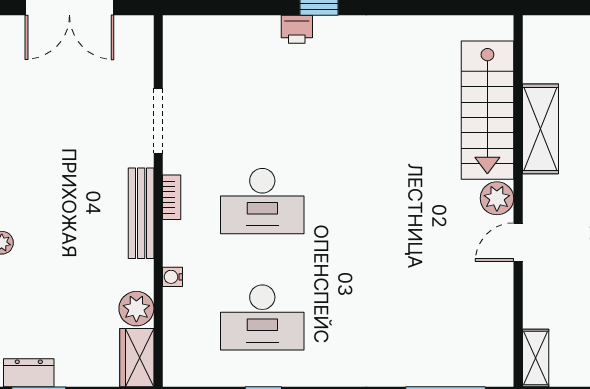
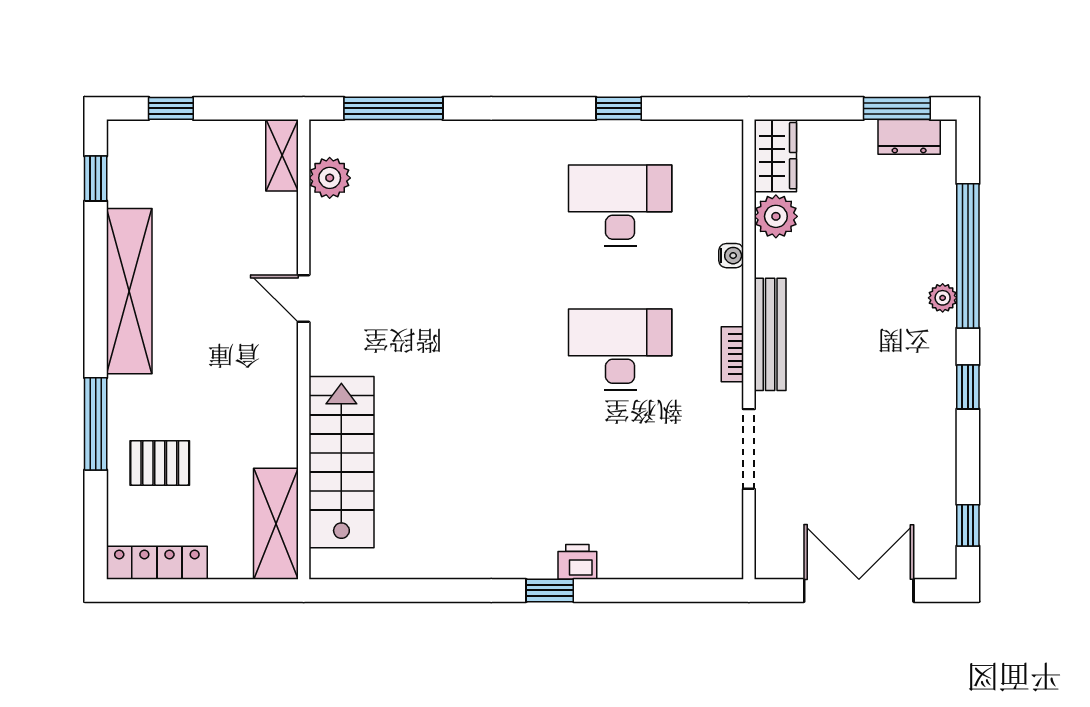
shelving: (540, 129) -> (276, 524), moved
plant: (497, 198) -> (330, 178), moved
door: (518, 242) -> (304, 299), swing flipped

